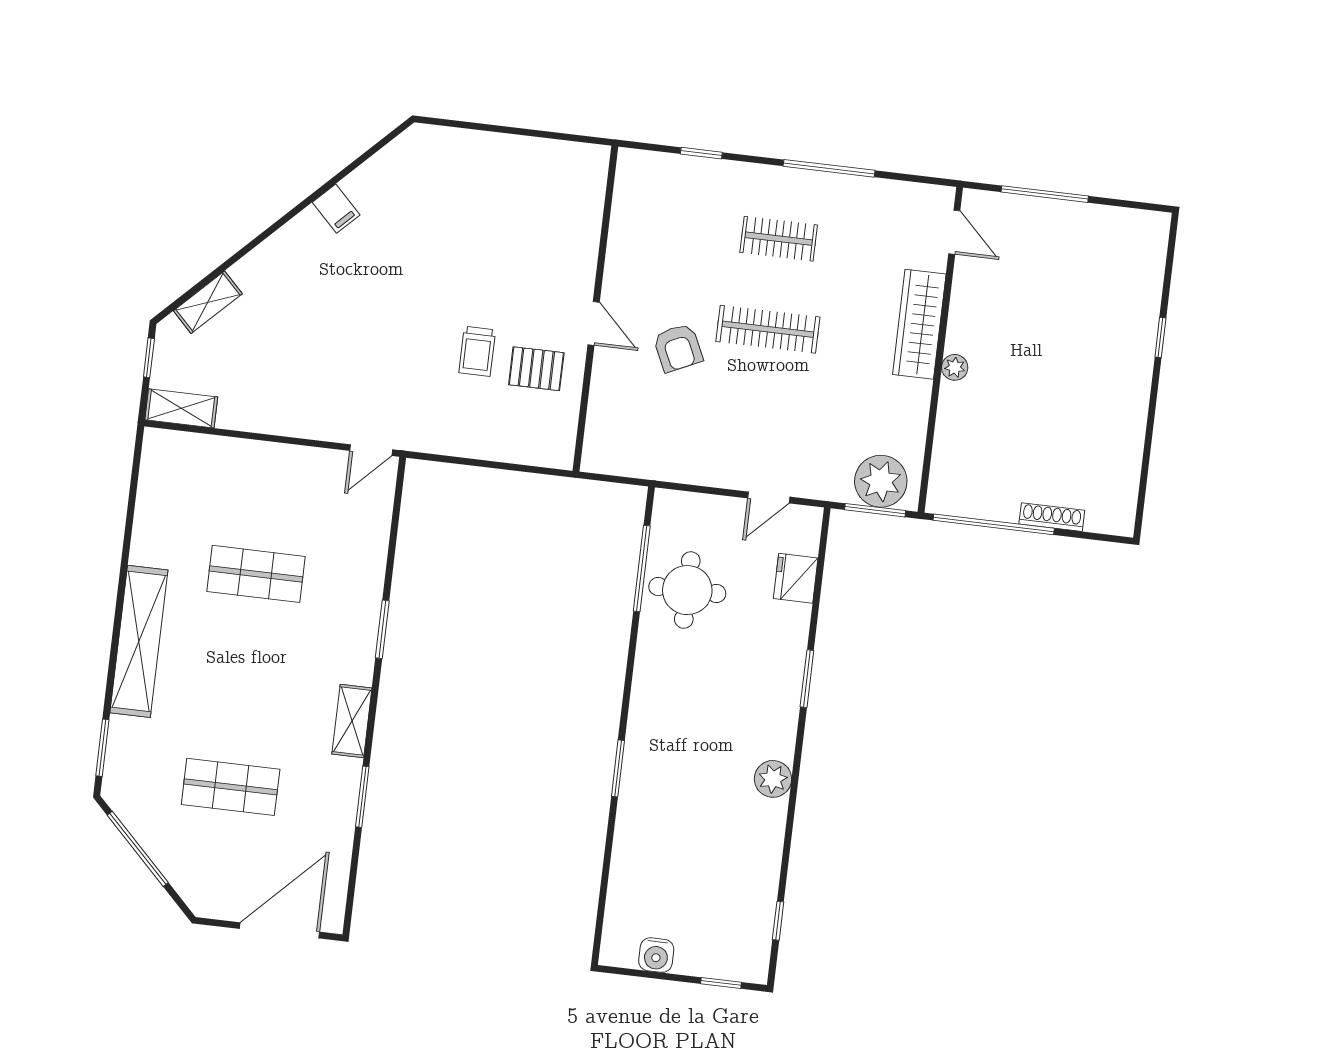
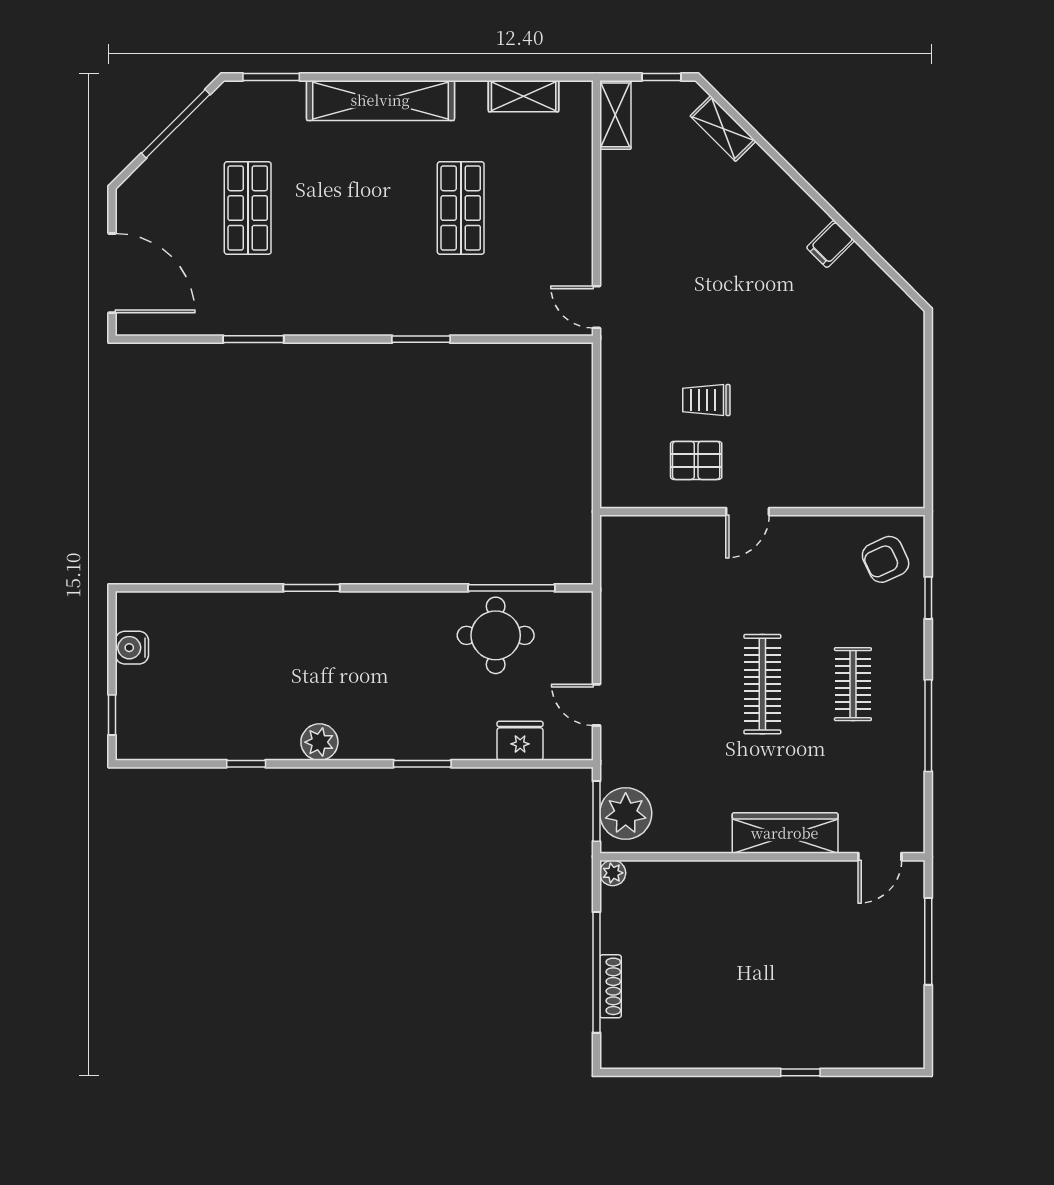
armchair: (678, 348) -> (886, 559), moved
plant: (955, 367) -> (613, 873), moved
pallet: (536, 369) -> (696, 460), turned 90
window: (994, 524) -> (596, 972), moved
shelving: (352, 721) -> (524, 96), moved
window: (778, 921) -> (246, 764), moved

